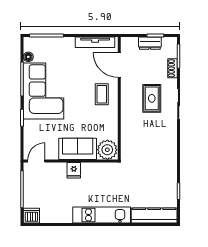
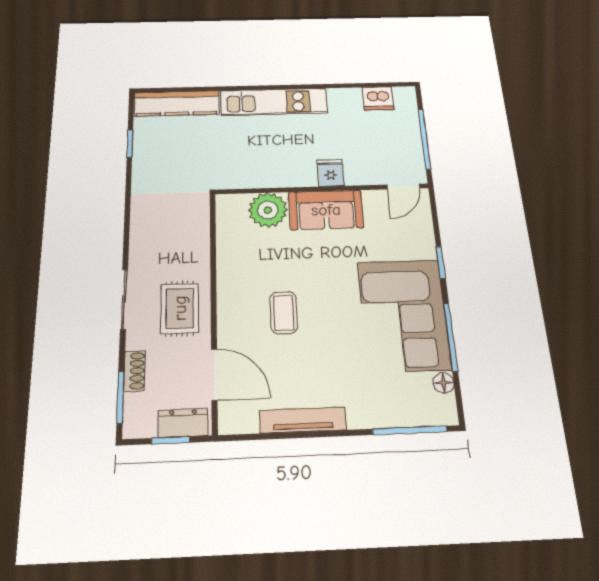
door: (119, 65) -> (214, 374), moved
wall: (119, 98) -> (214, 307), moved
dishwasher: (31, 216) -> (378, 98), moved

